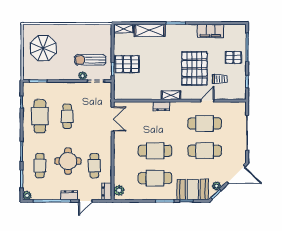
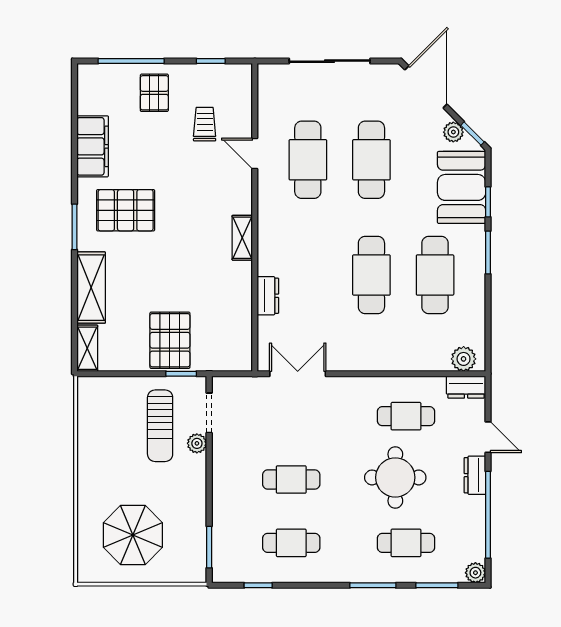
pallet: (194, 68) -> (126, 210), moved, width x0.73, depth x0.71
dresser: (161, 106) -> (268, 296), moved
cafe table: (40, 116) -> (291, 543), width x0.73, depth x0.74

